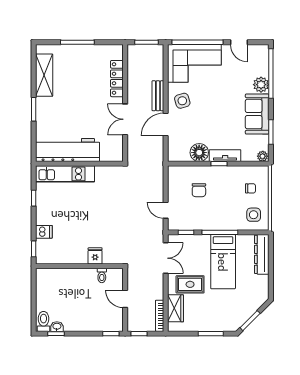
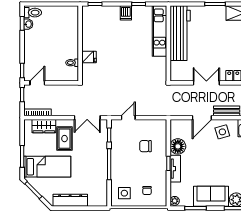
door: (166, 125) -> (202, 118), swing flipped
dishwasher: (44, 232) -> (126, 13), moved
dresser: (262, 254) -> (70, 200), moved
bed: (223, 262) -> (47, 167), moved, turned 180
door: (125, 299) -> (37, 83), moved

